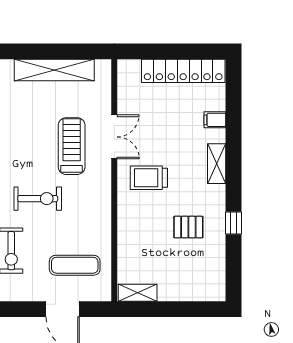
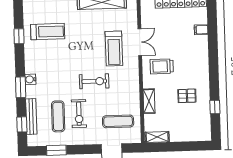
treadmill: (72, 146) -> (114, 49), turned 180
shelving: (217, 164) -> (149, 101), moved
window: (234, 223) -> (215, 107), moved

